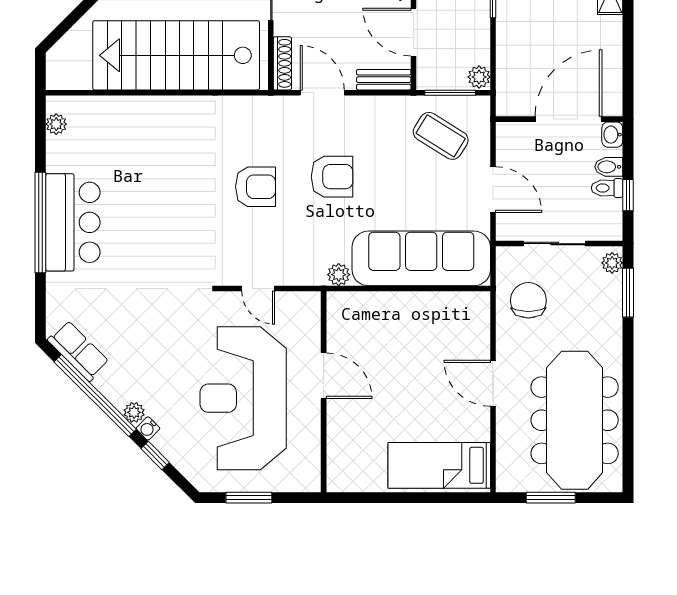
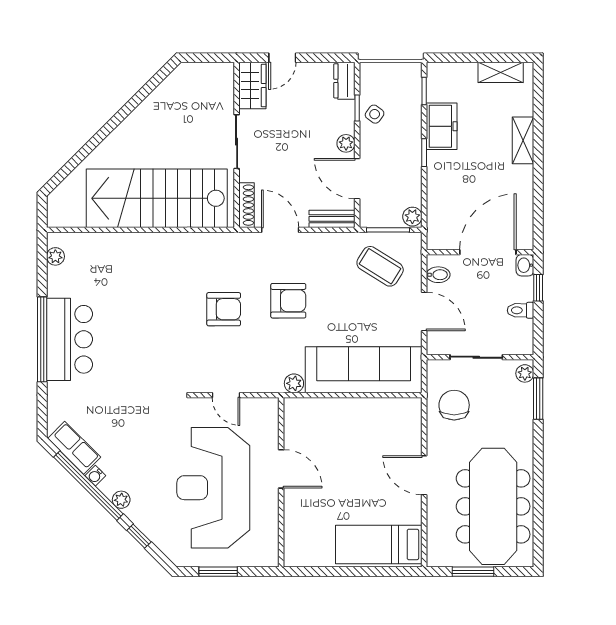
bidet: (609, 167) -> (438, 275), moved, turned 180
window: (628, 195) -> (538, 288), moved
water cooler: (148, 428) -> (95, 476), moved

